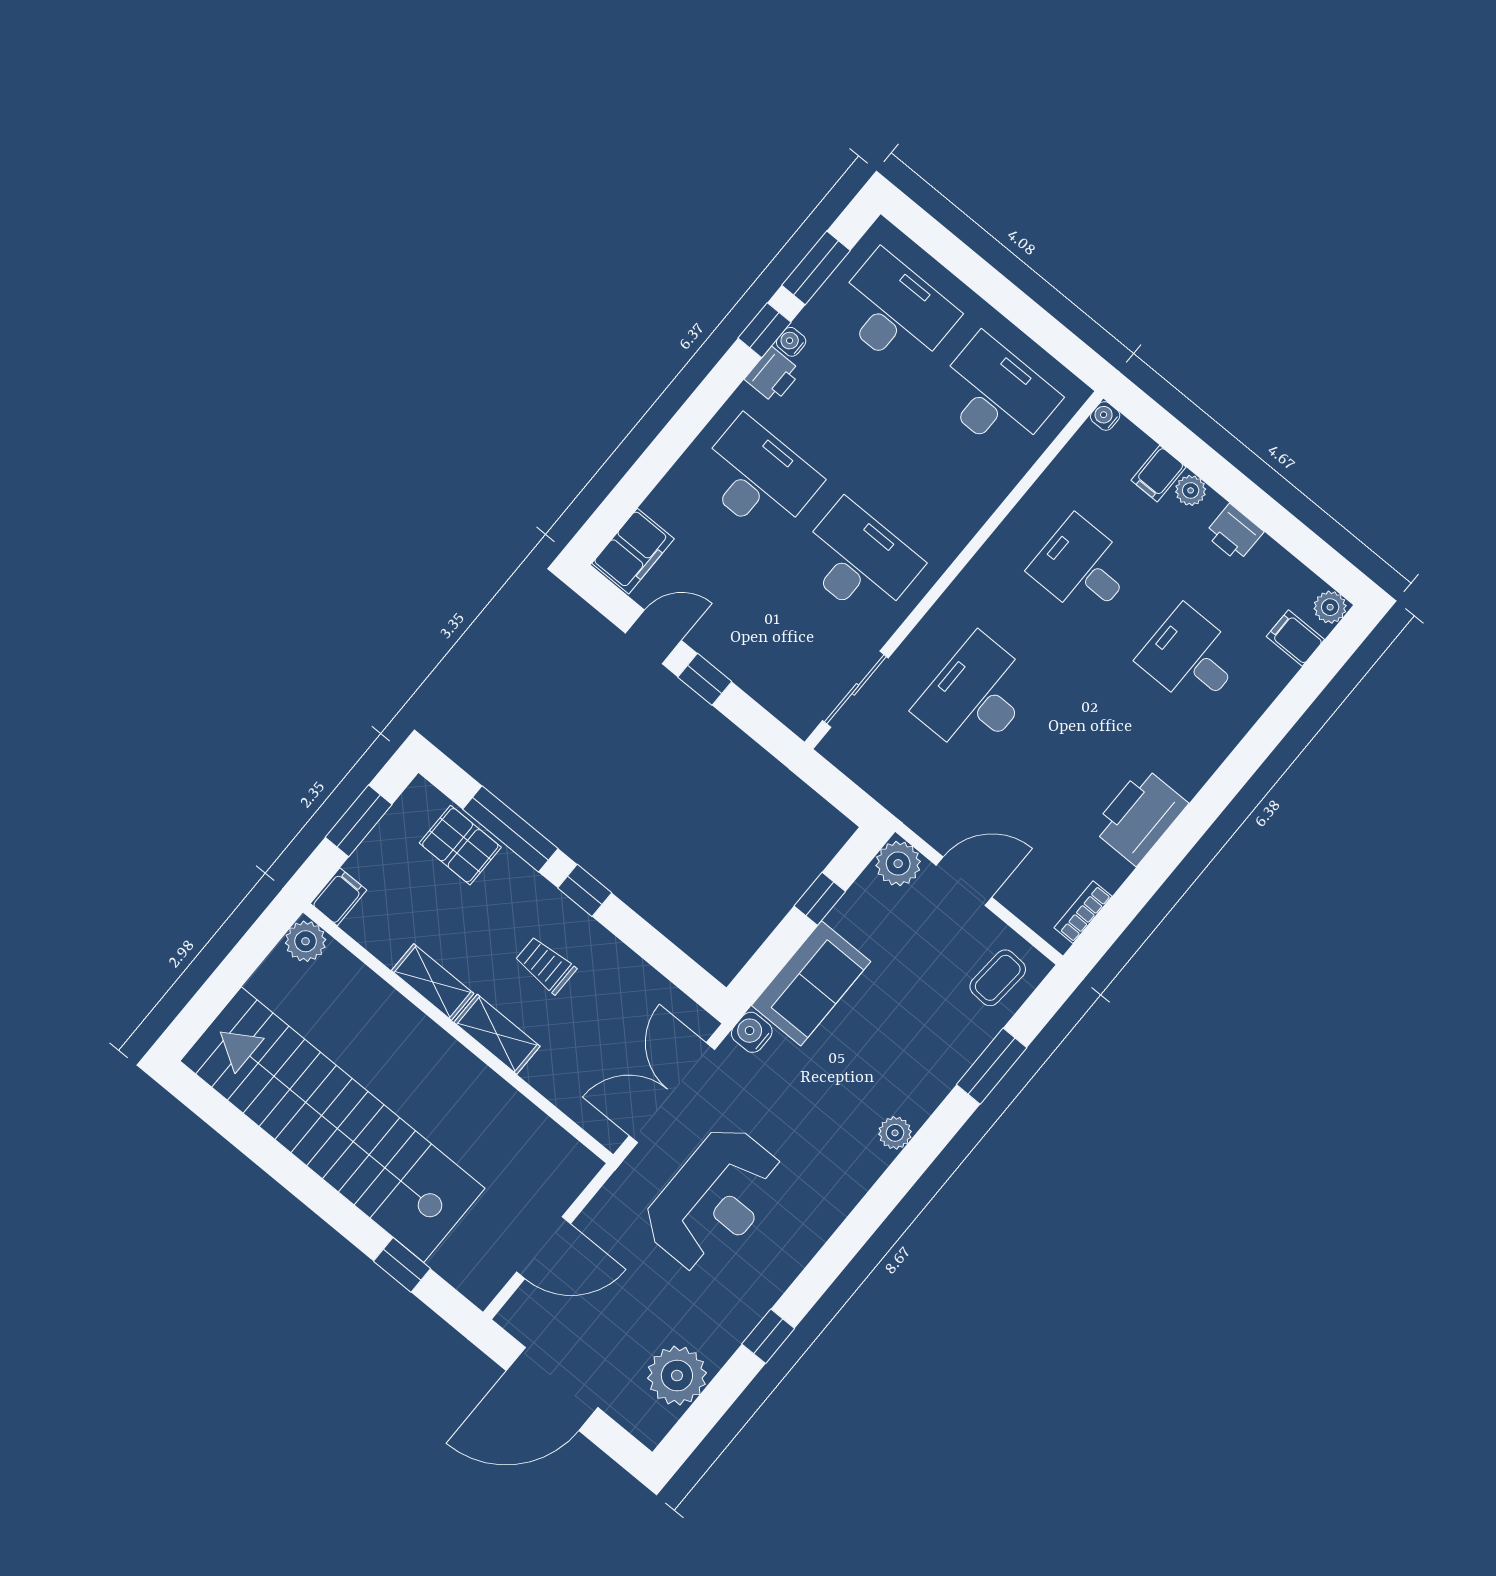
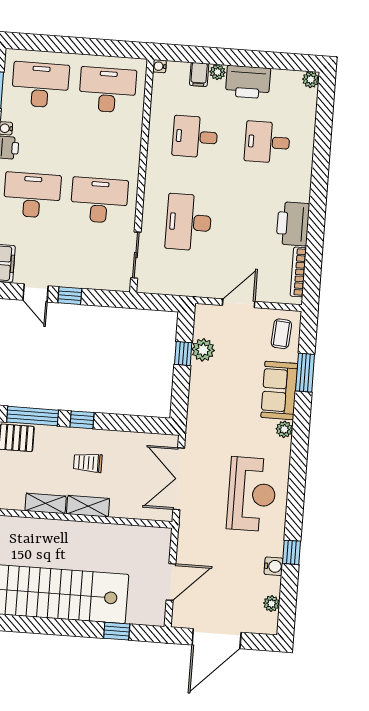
printer: (1234, 533) -> (248, 82), width x1.87, depth x1.48
door: (653, 637) -> (36, 293), swing flipped
filing cabinet: (1295, 638) -> (305, 103), removed
plant: (898, 864) -> (203, 350), moved
bookcase: (1083, 912) -> (298, 272), width x1.56
sofa: (811, 983) -> (279, 390), moved, turned 180
water cooler: (752, 1032) -> (274, 566), moved, turned 180
reception desk: (714, 1199) -> (252, 494), moved
plant: (677, 1376) -> (272, 604), width x0.53, depth x0.53

